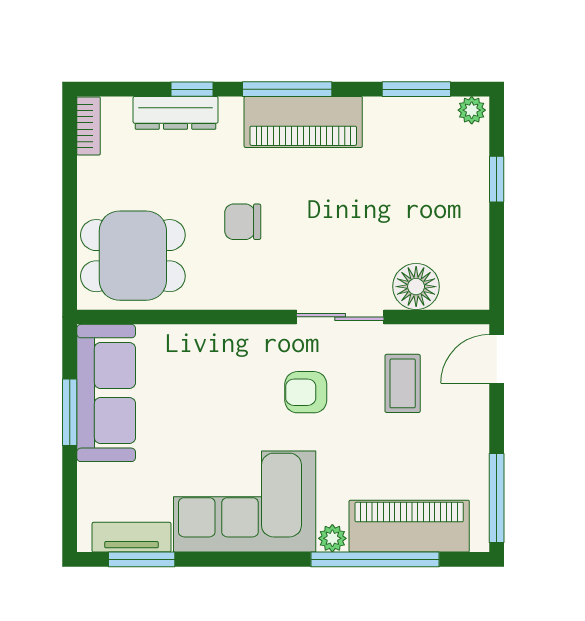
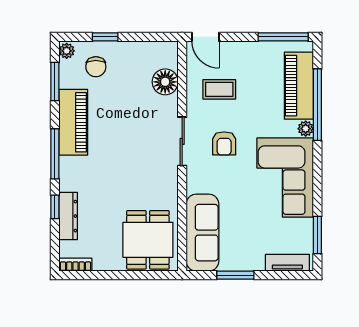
piano: (303, 122) -> (73, 122), moved
chair: (243, 222) -> (96, 67), moved
sliding door: (340, 317) -> (182, 141), moved
sofa: (106, 393) -> (202, 233), moved, turned 90
tv unit: (131, 537) -> (287, 263), moved, turned 90

